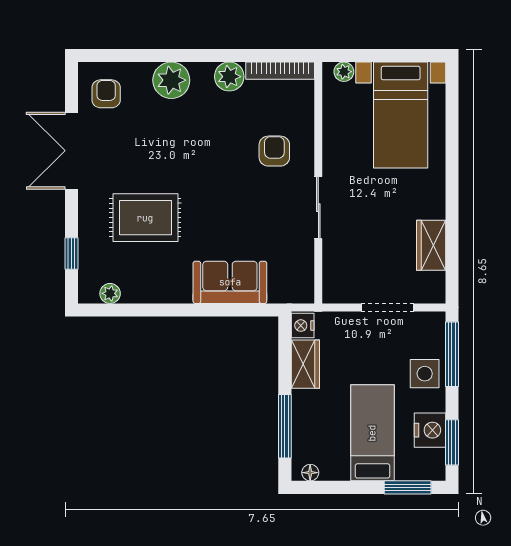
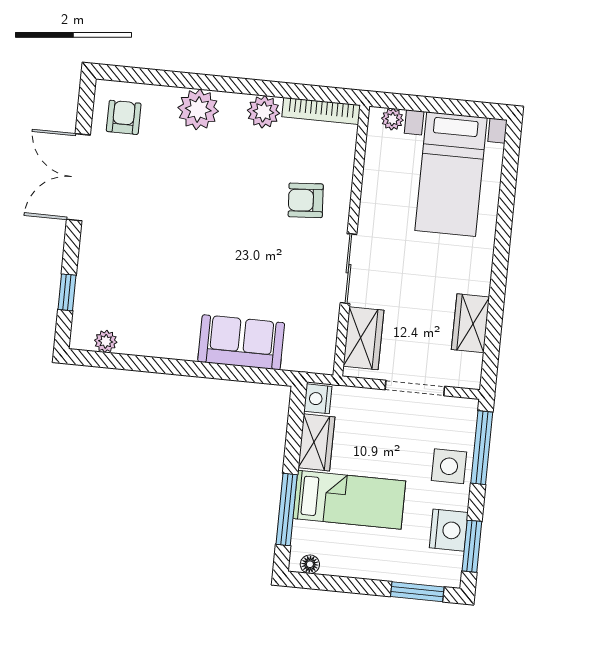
armchair: (274, 151) -> (306, 200), turned -94
rug: (145, 218) -> (154, 260), removed
wardrobe: (338, 268) -> (363, 338), added
bed: (372, 433) -> (349, 500), moved, turned 90

